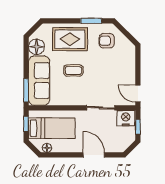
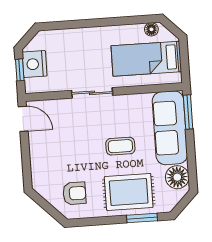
window: (91, 21) -> (142, 218), moved
sliding door: (101, 108) -> (92, 93), moved
nightstand: (126, 118) -> (35, 64), moved, turned 90
window: (26, 124) -> (185, 63), removed
door: (94, 155) -> (82, 24), removed

